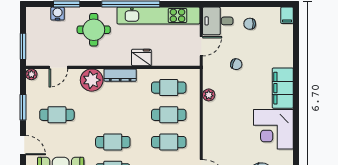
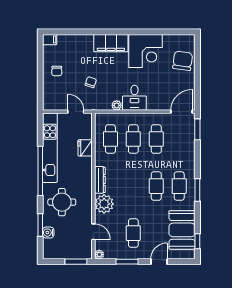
desk: (218, 21) -> (134, 98), moved
fridge: (141, 58) -> (85, 148), moved

